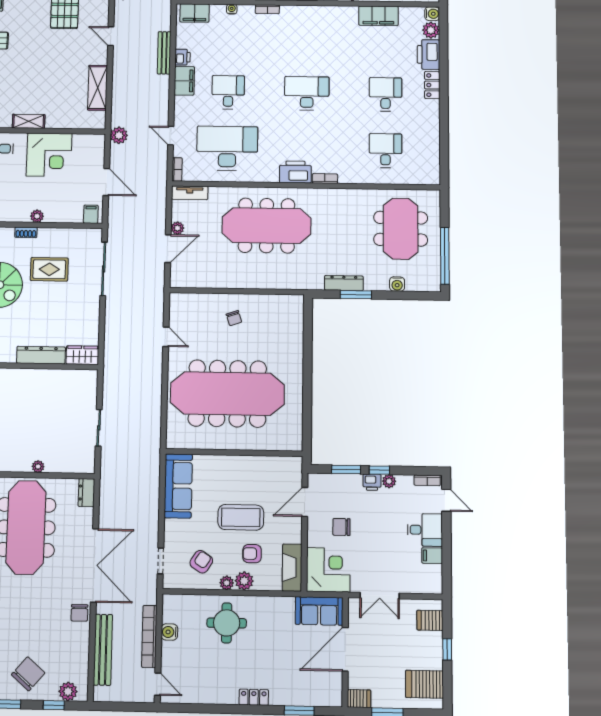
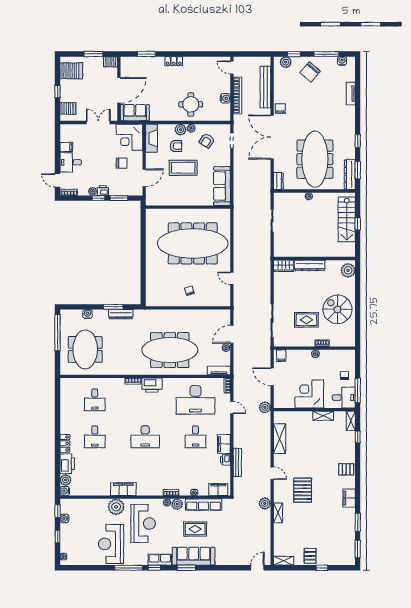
filing cabinet: (378, 16) -> (123, 489), moved

